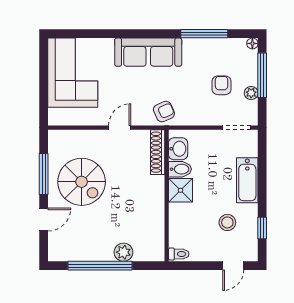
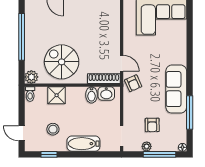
sofa: (148, 52) -> (176, 89), moved
armchair: (222, 85) -> (152, 125), turned 89
door: (120, 128) -> (122, 63), moved
spiral stairs: (82, 182) -> (62, 62), moved, turned 90
shower: (180, 190) -> (57, 95), moved
plant: (123, 252) -> (31, 77), moved

